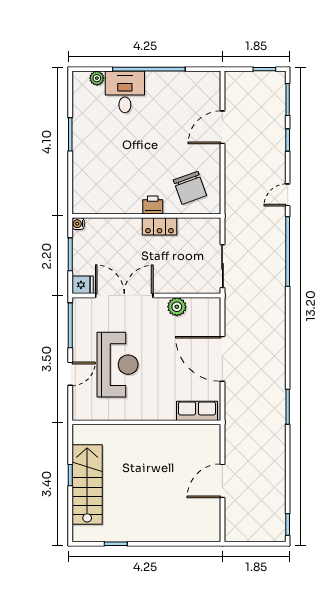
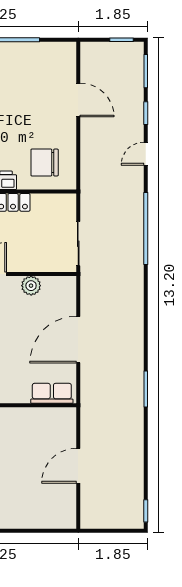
door: (222, 127) -> (78, 100), swing flipped
chair: (190, 188) -> (45, 163), turned 110
door: (288, 195) -> (146, 154), moved
door: (222, 359) -> (78, 340), hinge flipped

